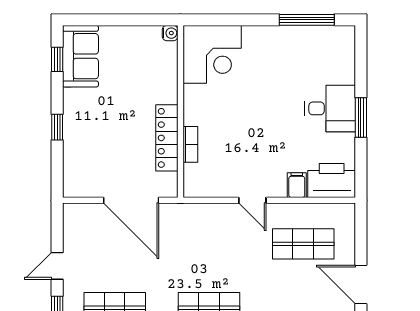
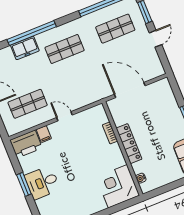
water cooler: (170, 33) -> (141, 178), moved
locker: (167, 138) -> (129, 144), moved

